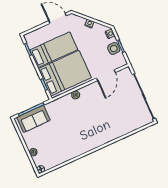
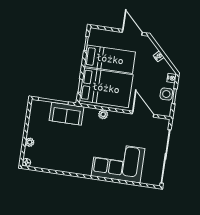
door: (106, 75) -> (143, 114), swing flipped
sofa: (33, 119) -> (67, 114), moved
corner sofa: (110, 124) -> (118, 162), added

